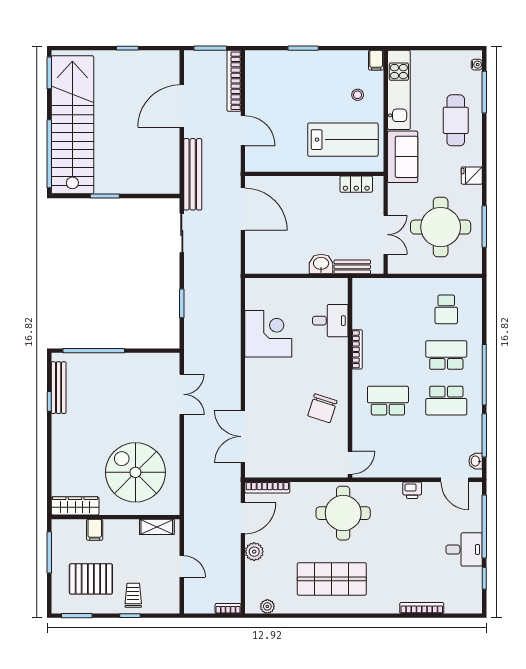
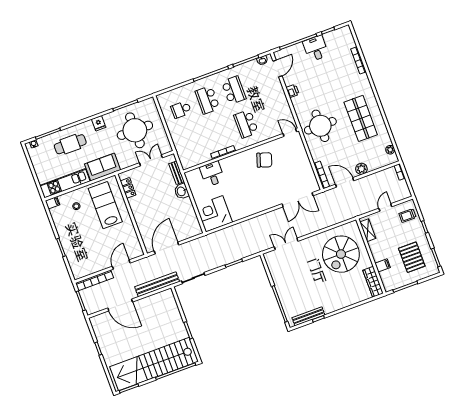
school desk: (446, 309) -> (181, 110), turned 180
corner desk: (268, 334) -> (214, 214), moved
trolley: (133, 595) -> (408, 216), moved

